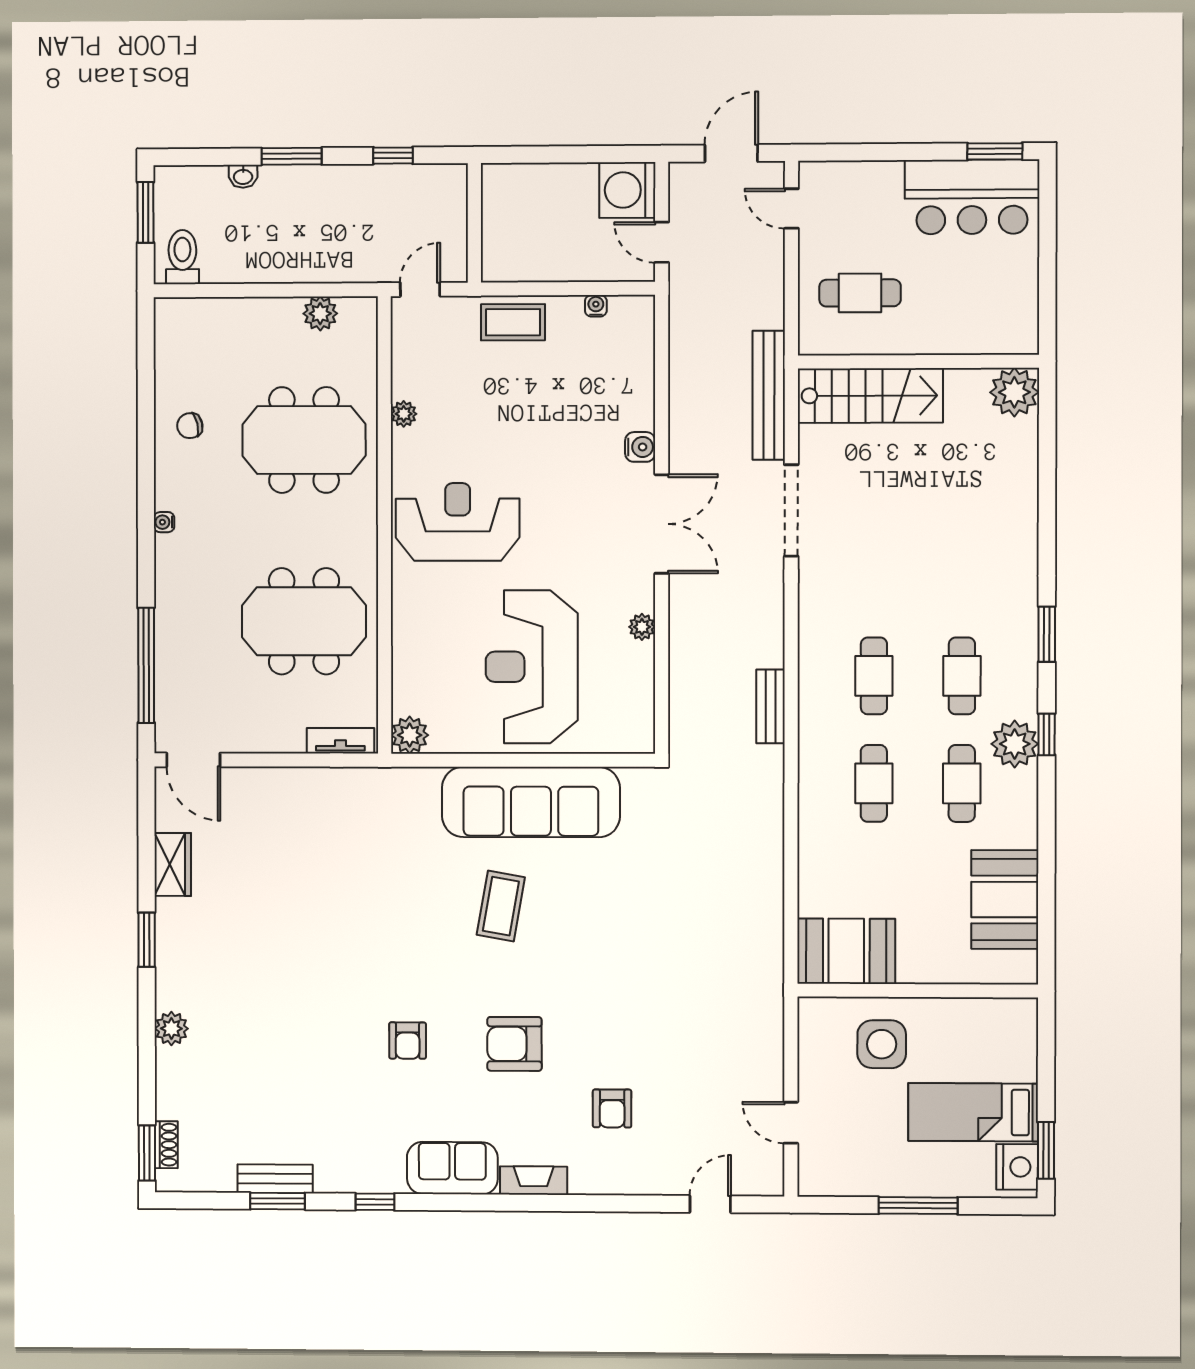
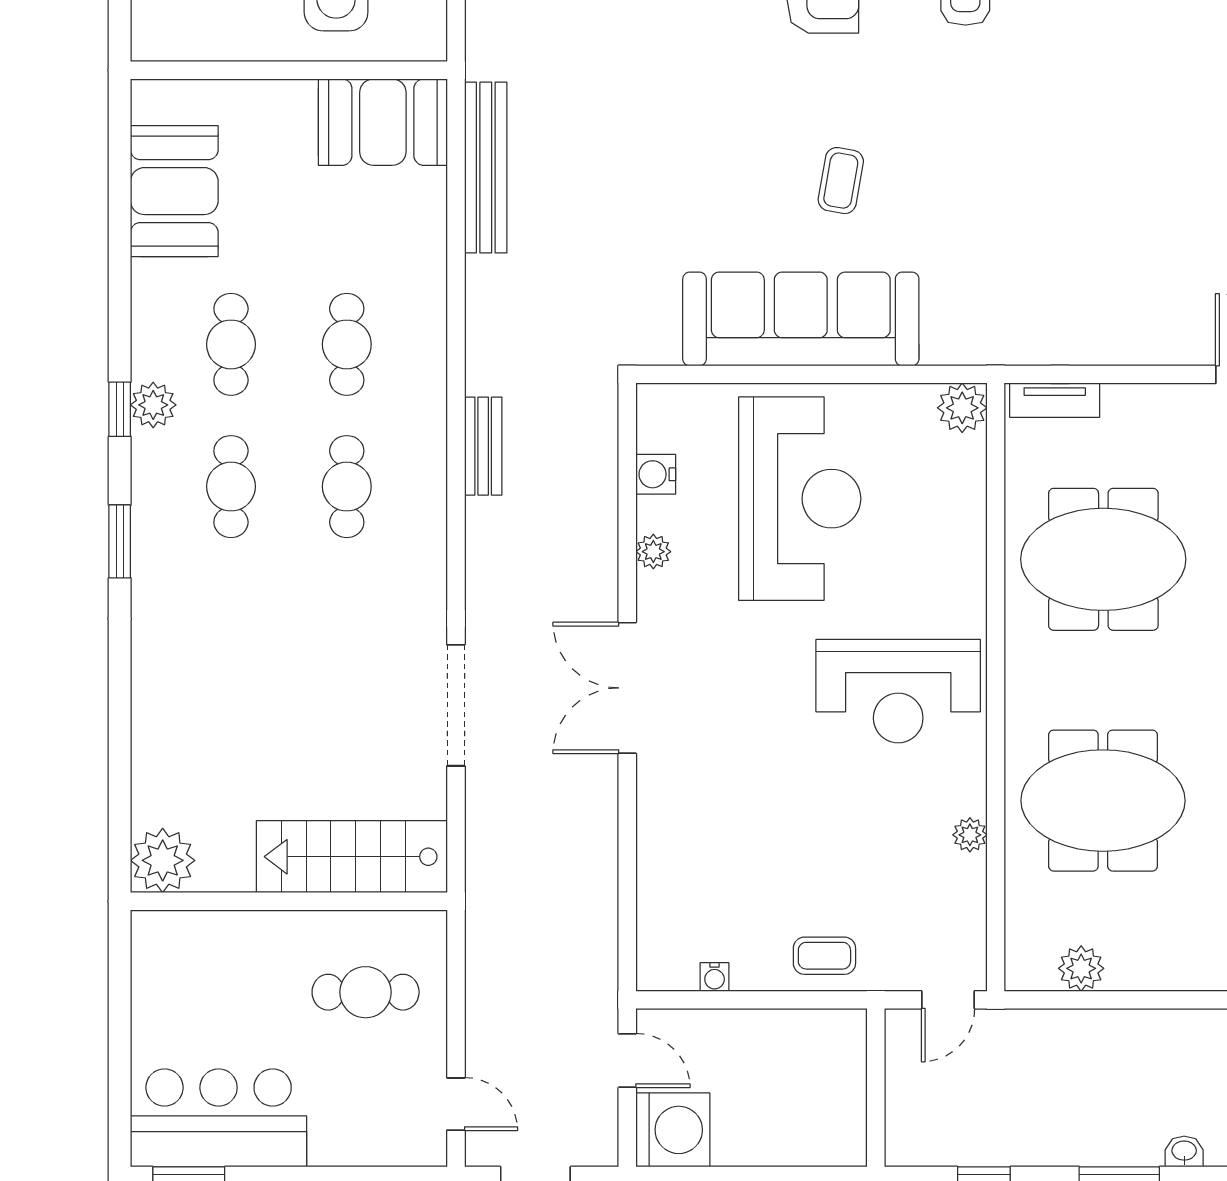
coffee table: (513, 322) -> (824, 956), width x0.73, depth x0.77
bench: (769, 395) -> (486, 168), moved
water cooler: (640, 447) -> (656, 474), moved
plant: (1015, 744) -> (153, 405), width x0.73, depth x0.73
coffee table: (501, 906) -> (841, 181), width x0.73, depth x0.77

